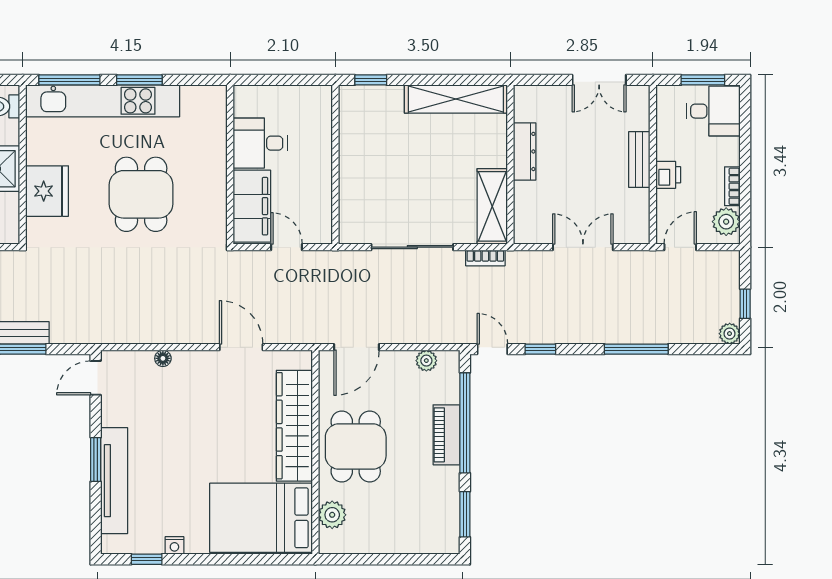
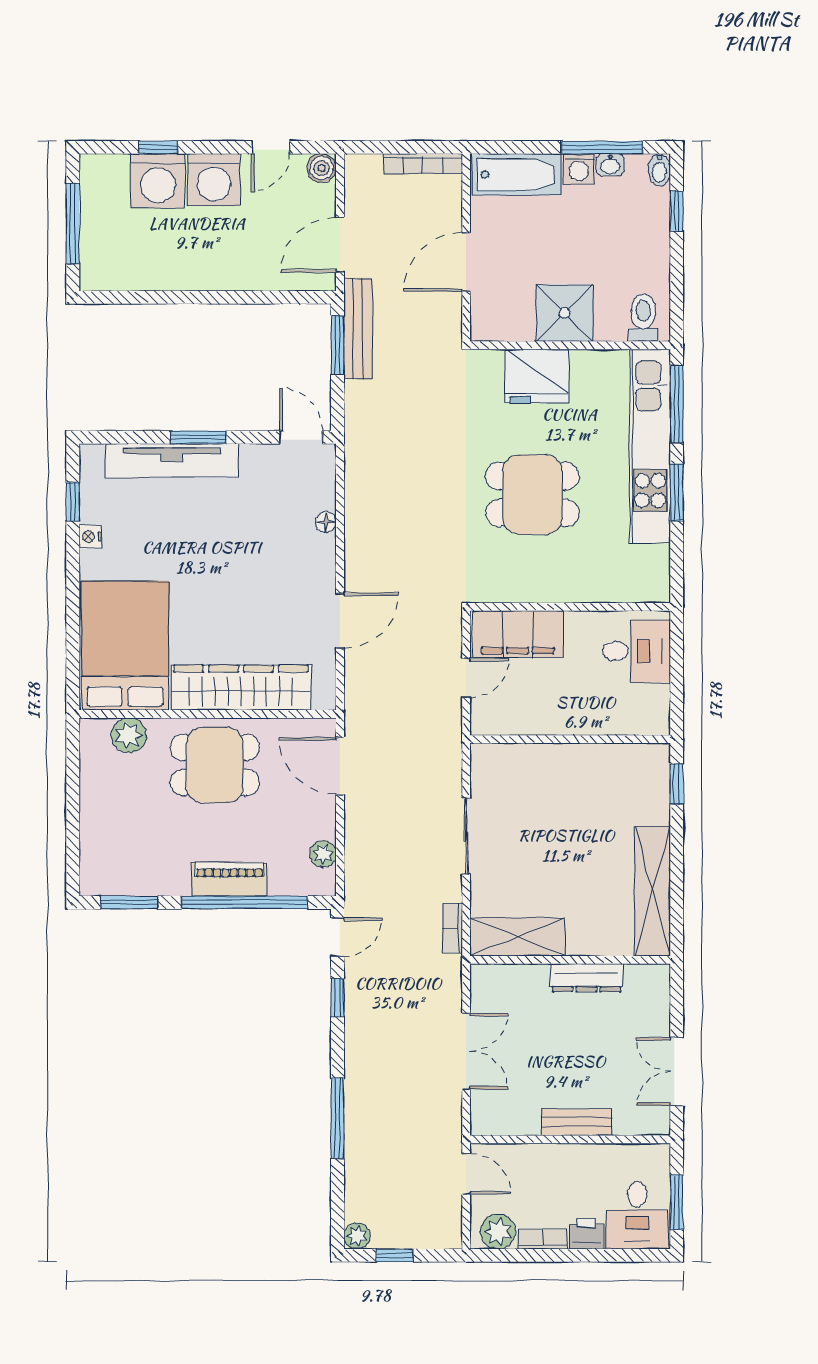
desk: (260, 143) -> (636, 651), moved, turned 90
printer: (668, 175) -> (587, 1234), moved, turned 180
sliding door: (412, 247) -> (466, 836), width x0.73

